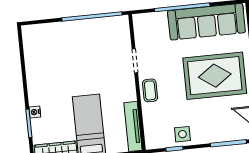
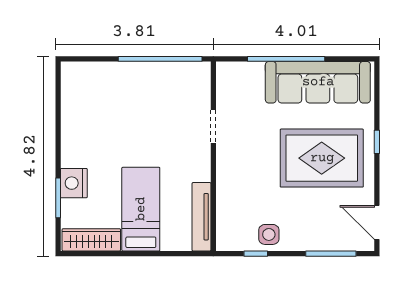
coffee table: (150, 90) -> (230, 169), removed
nightstand: (35, 112) -> (74, 183), width x1.89, depth x1.79

